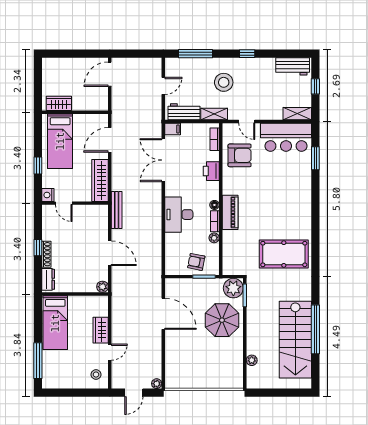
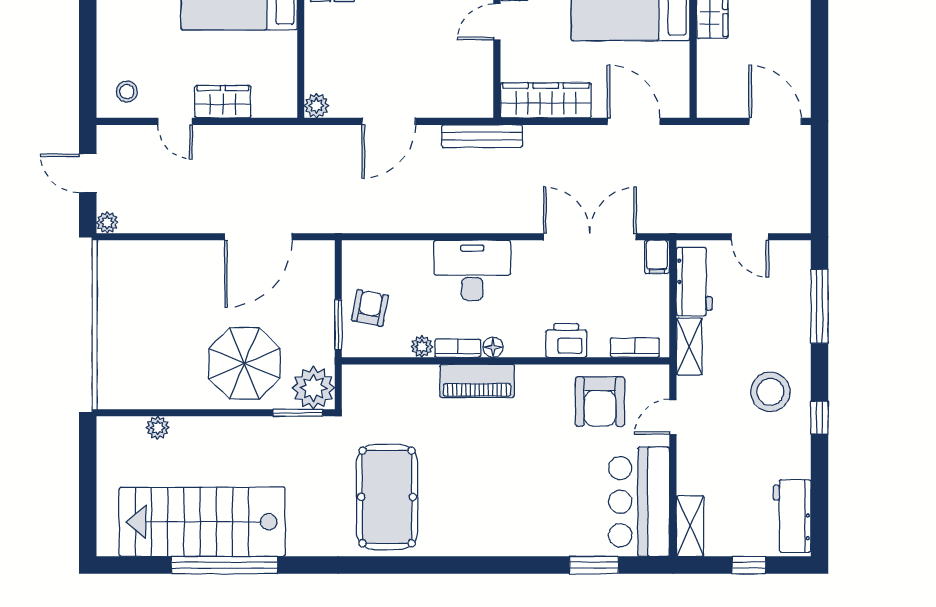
stool: (224, 82) -> (770, 392), moved

